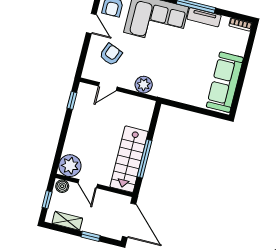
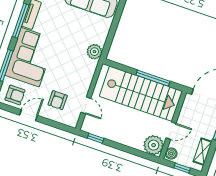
armchair: (111, 54) -> (58, 100), turned -112
plant: (144, 85) -> (94, 52), moved
stairs: (129, 159) -> (141, 94), width x1.36, depth x1.51

